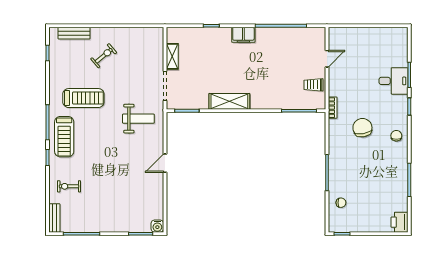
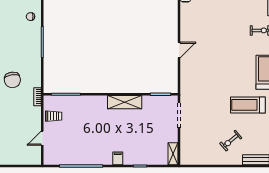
filing cabinet: (243, 35) -> (118, 158), width x0.50
shelving: (172, 56) -> (173, 154), moved
weight bench: (138, 119) -> (201, 88), removed

